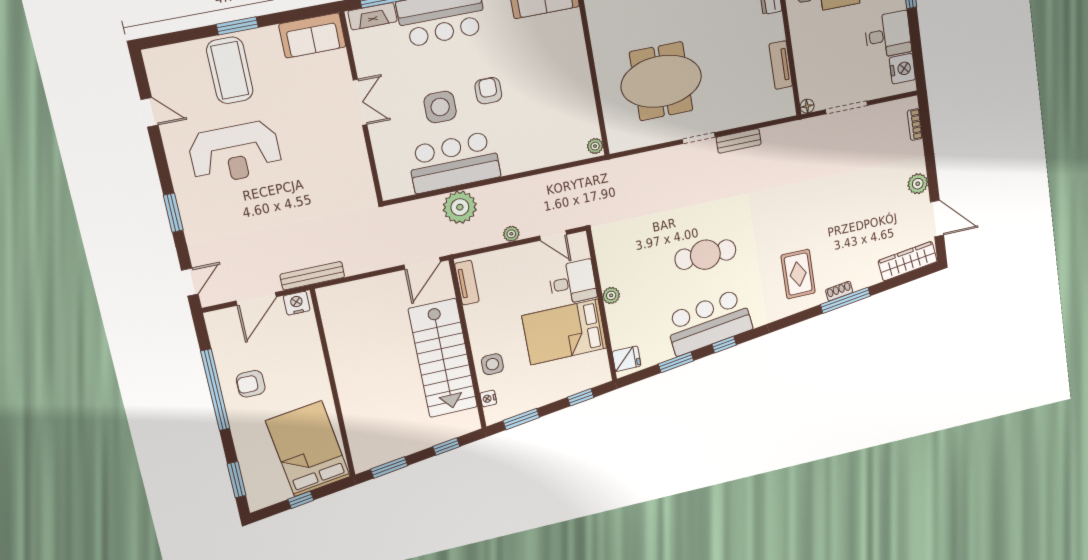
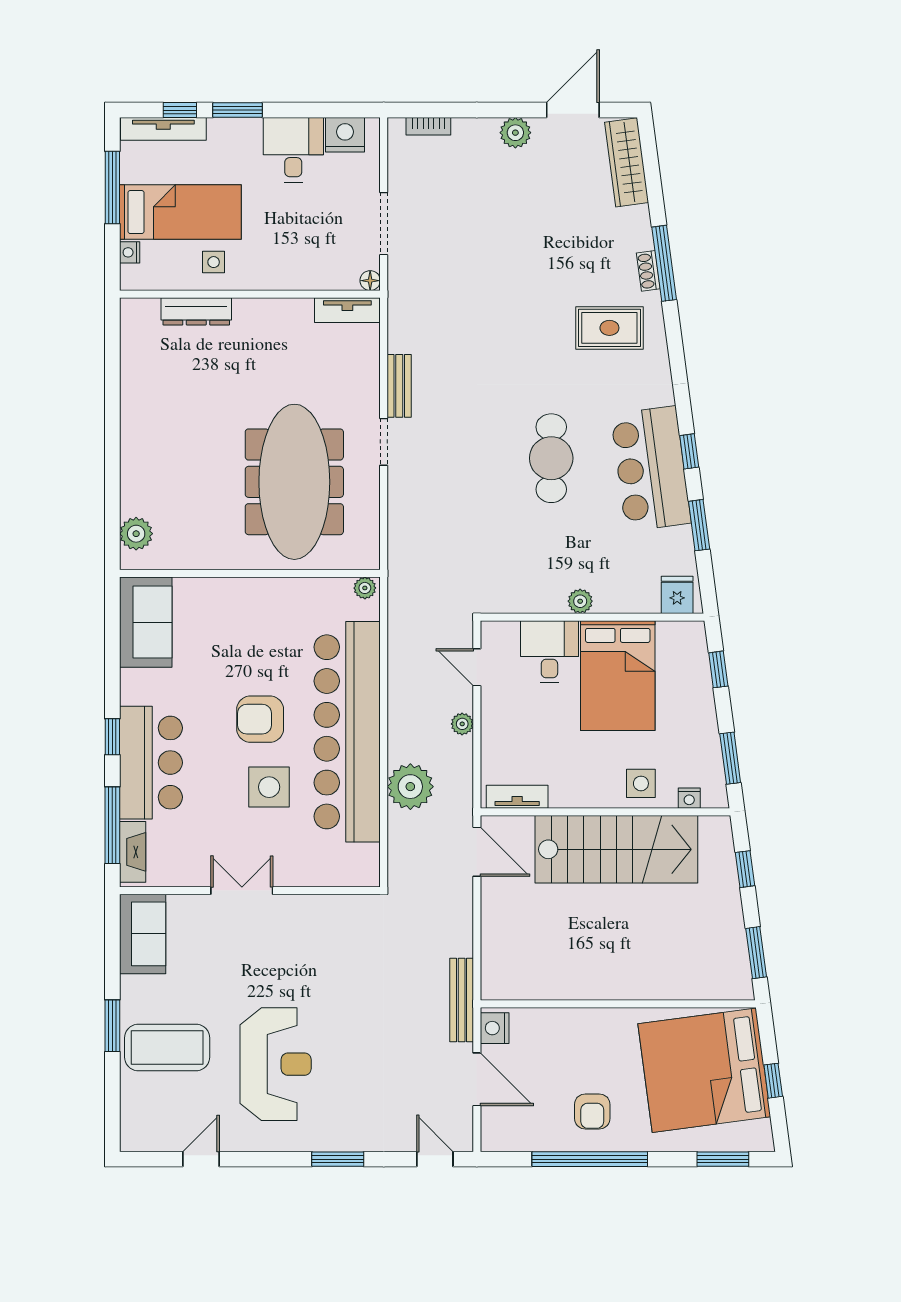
tv unit: (781, 65) -> (347, 310), moved
meeting table: (661, 81) -> (294, 482), width x1.36
armchair: (488, 91) -> (260, 719), width x1.38, depth x1.38
bar counter: (454, 162) -> (347, 732), width x1.86
door: (553, 235) -> (477, 667), swing flipped
bed: (308, 449) -> (704, 1070), width x1.36

